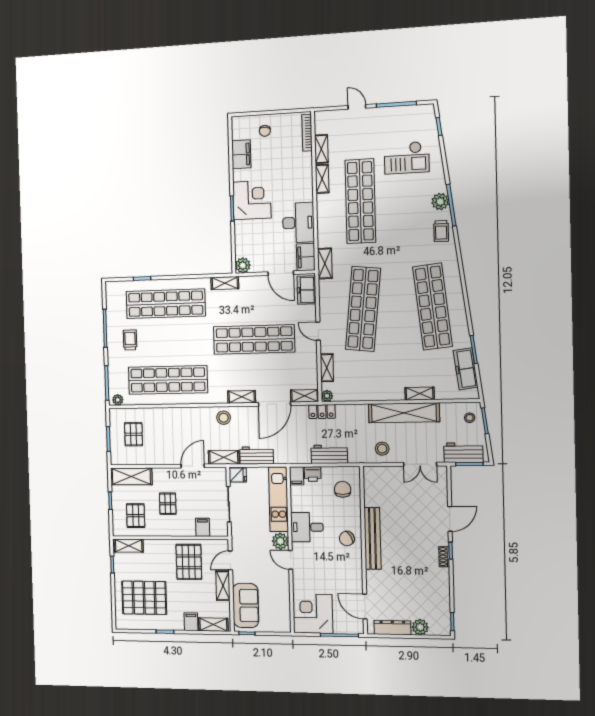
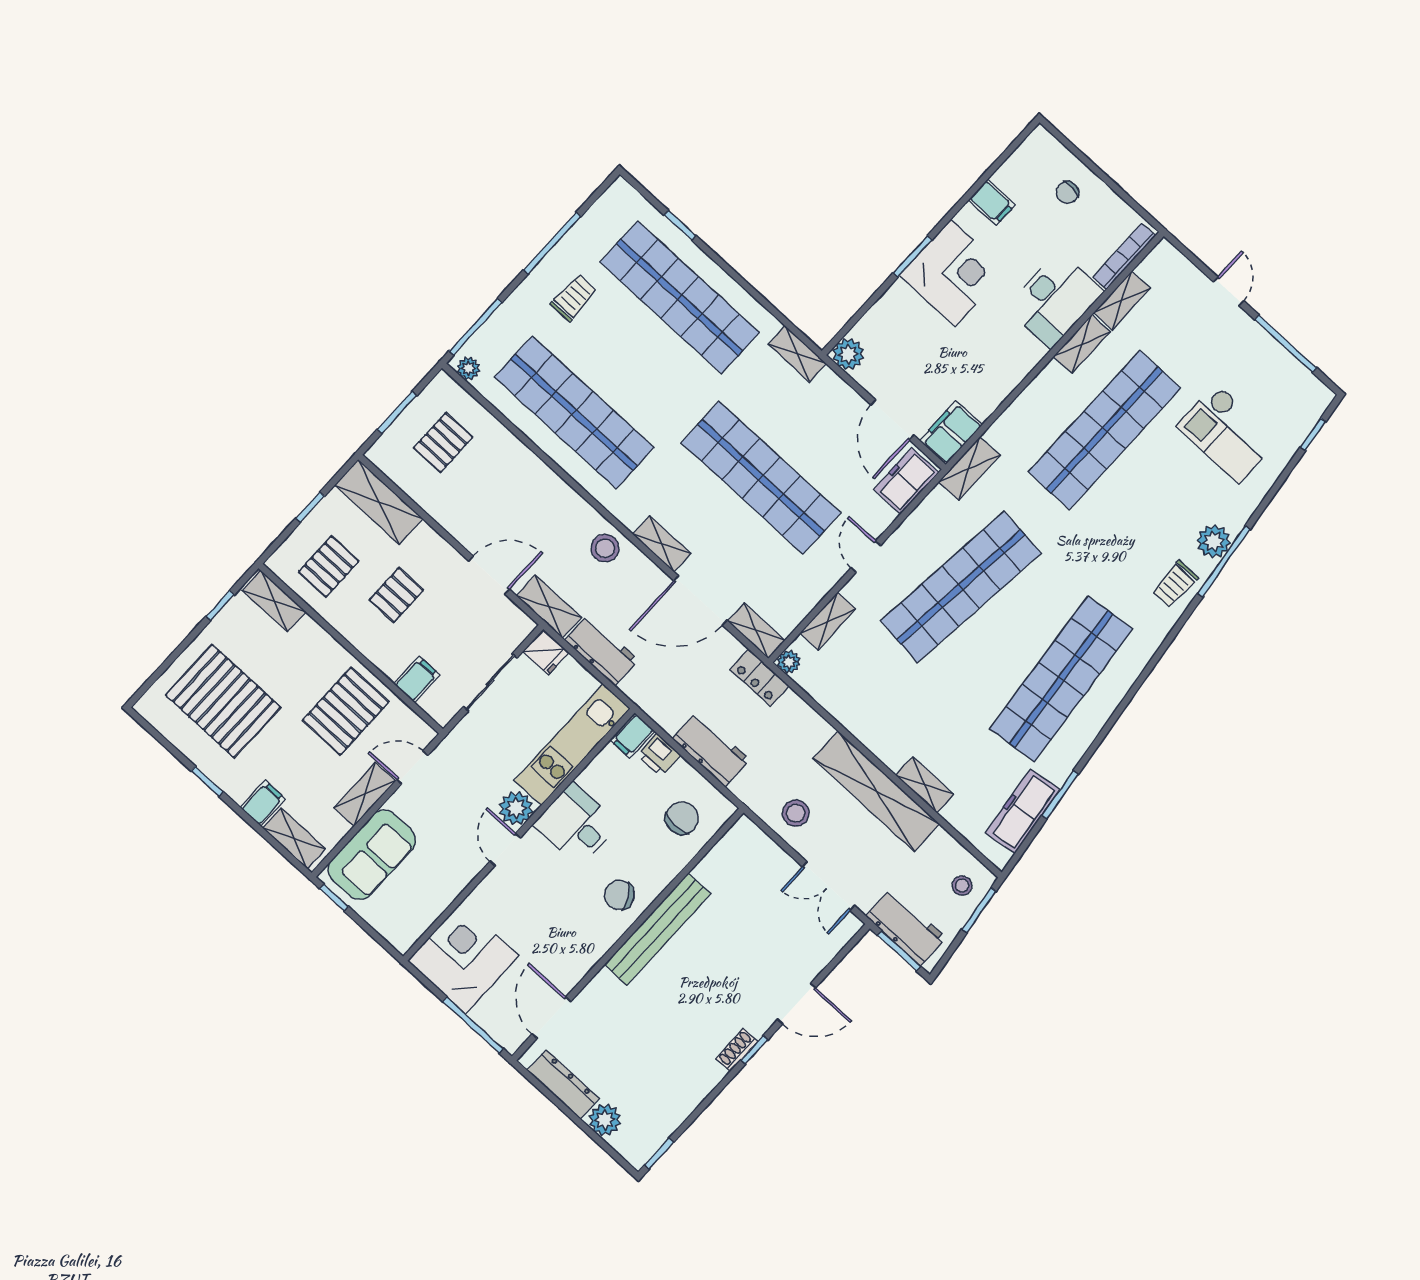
filing cabinet: (241, 154) -> (992, 202), width x0.50
desk: (298, 223) -> (1055, 300), moved

